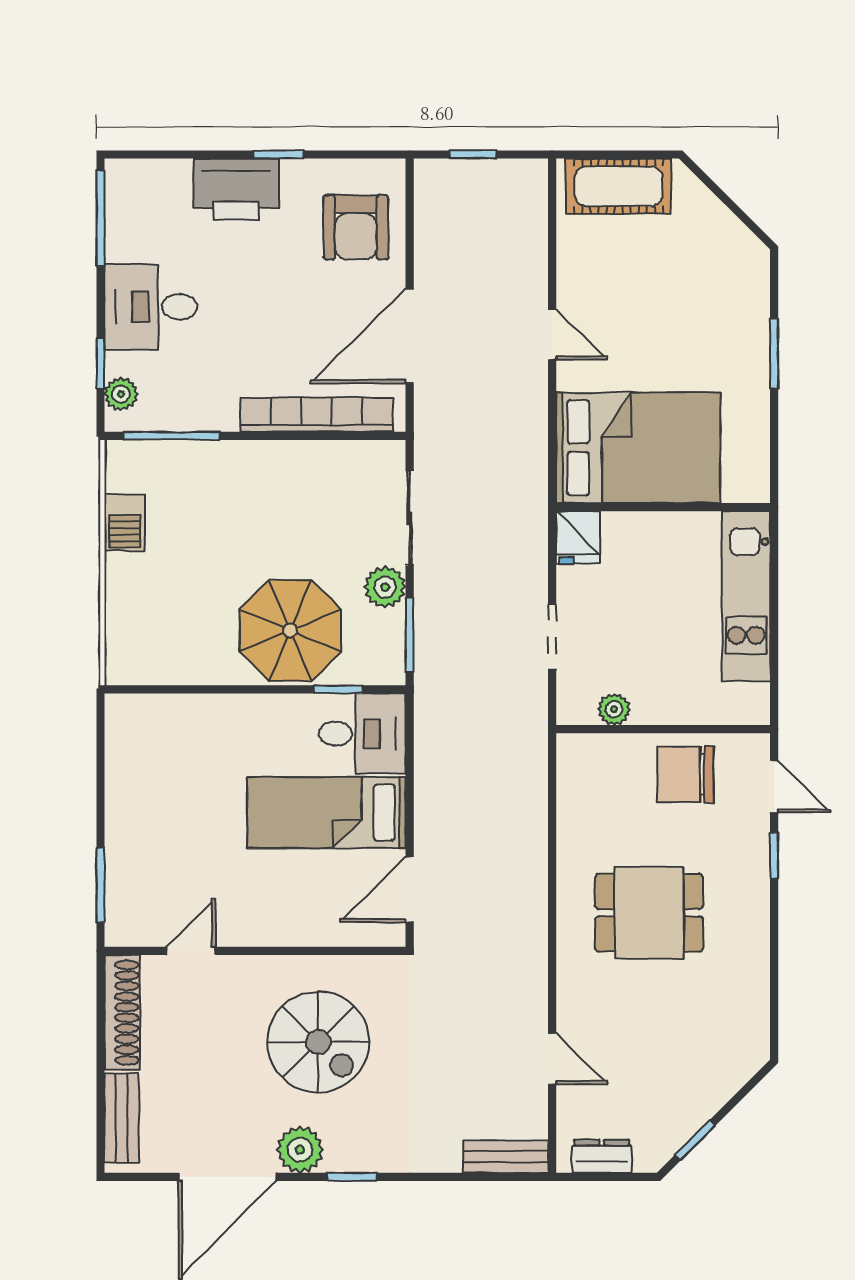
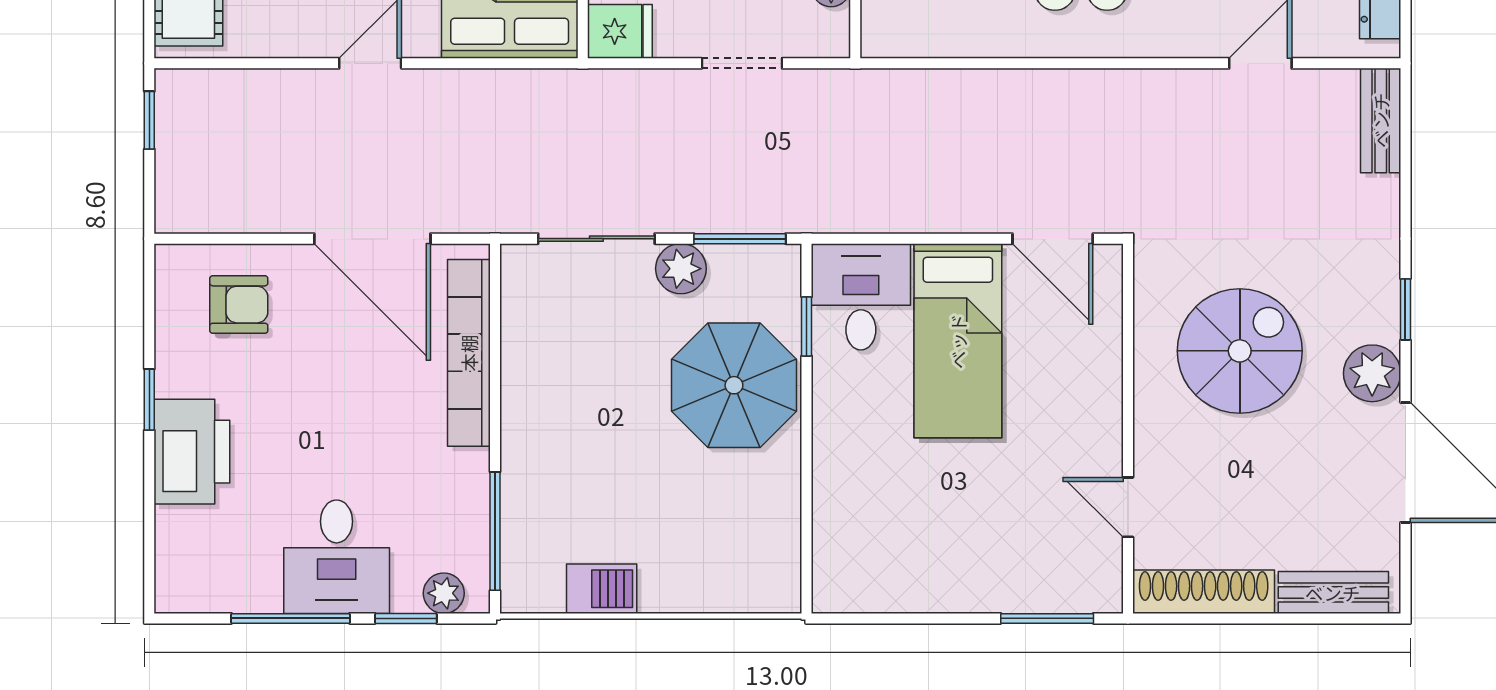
window: (473, 154) -> (149, 120), moved
window: (100, 218) -> (291, 618), moved
armchair: (356, 227) -> (239, 305), width x0.72, depth x0.72

